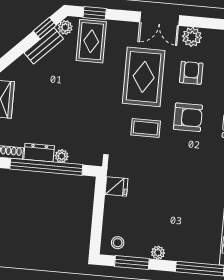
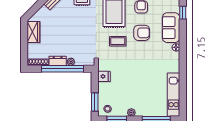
window: (97, 229) -> (95, 102), added

